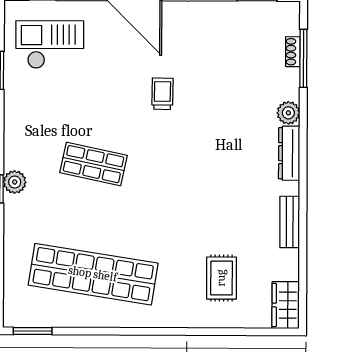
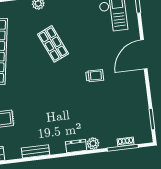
dresser: (289, 153) -> (76, 146), width x0.70
shop shelf: (93, 164) -> (53, 44), turned -36

